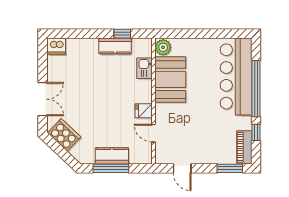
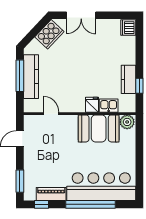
fridge: (144, 111) -> (92, 105), moved
window: (256, 132) -> (41, 204), moved
door: (154, 133) -> (51, 114), hinge flipped
piano: (244, 147) -> (51, 194), moved
kitchen counter: (112, 156) -> (31, 77), width x1.50

